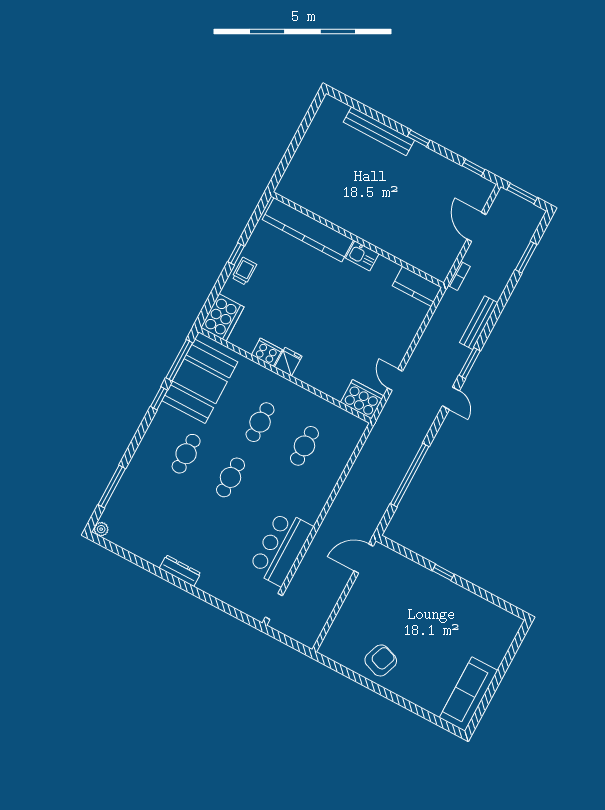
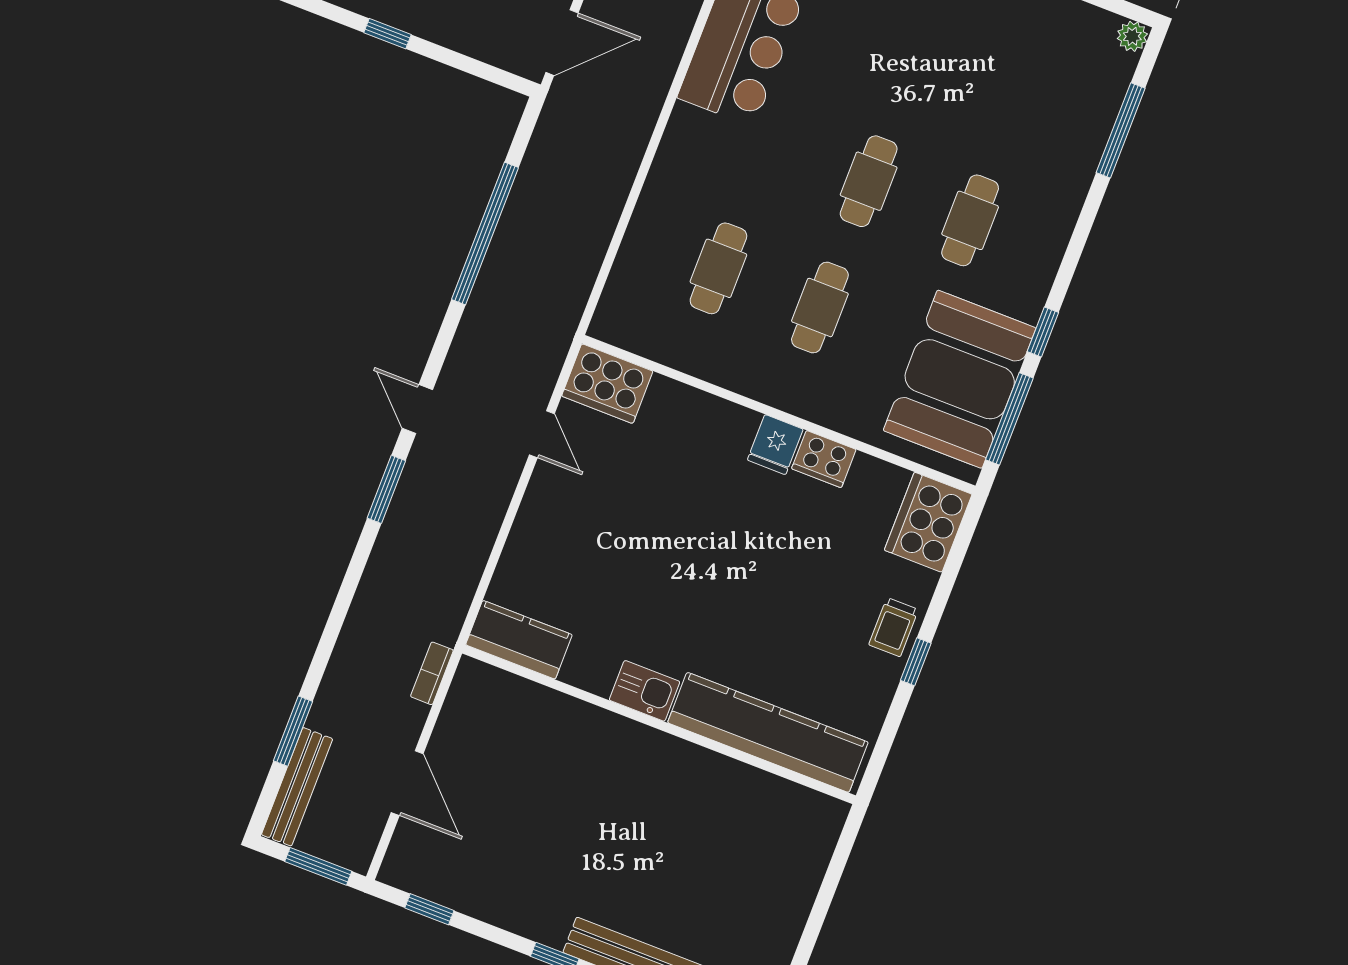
bench: (479, 323) -> (297, 787), moved

